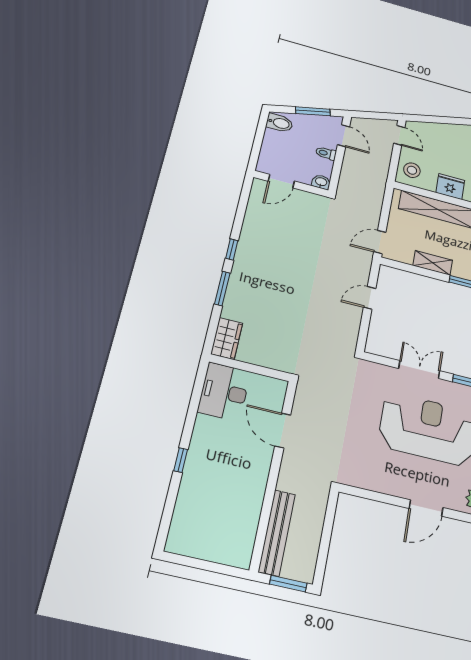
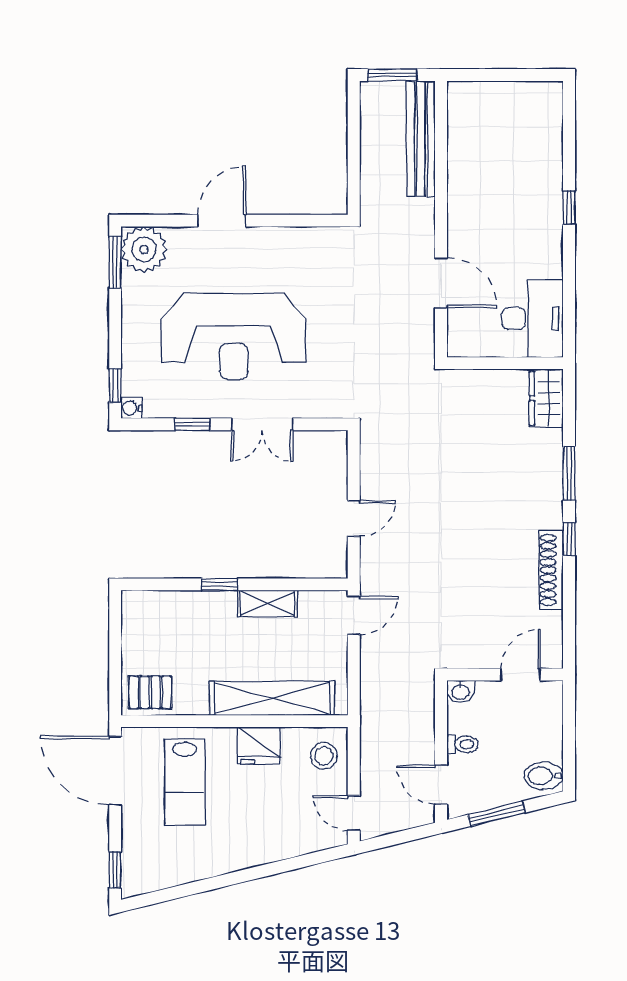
shoe rack: (248, 235) -> (551, 570), added

